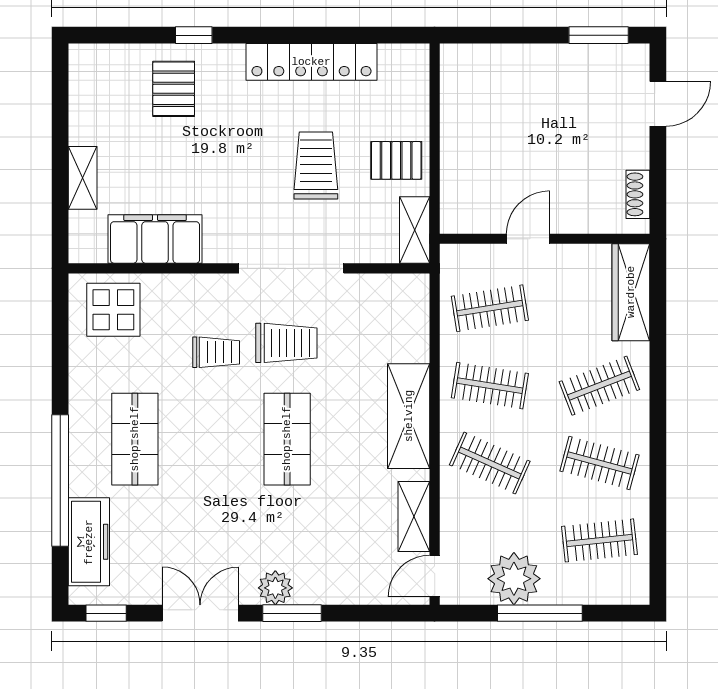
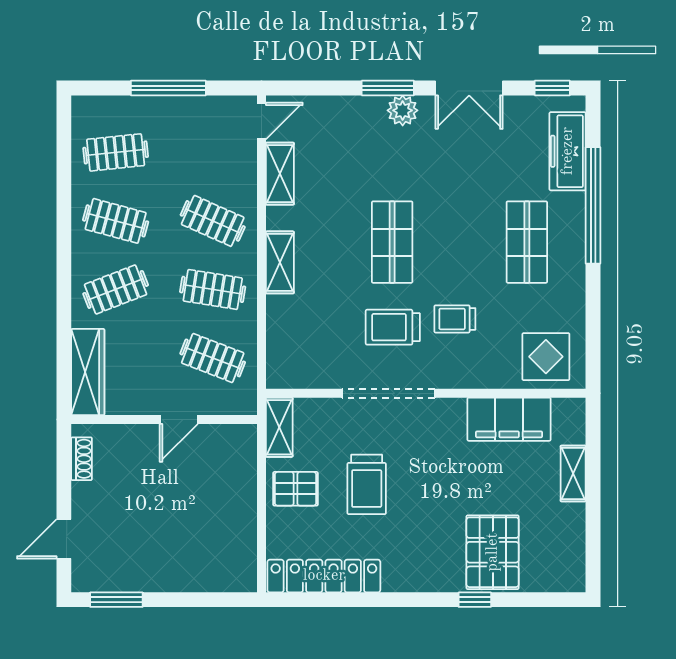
locker: (311, 62) -> (324, 576), moved
pallet: (174, 89) -> (493, 552), width x1.50, depth x1.42
clothes rail: (490, 308) -> (213, 358), turned 30
shelving: (409, 416) -> (280, 262), width x0.67, depth x0.75
plant: (514, 579) -> (191, 119), removed

